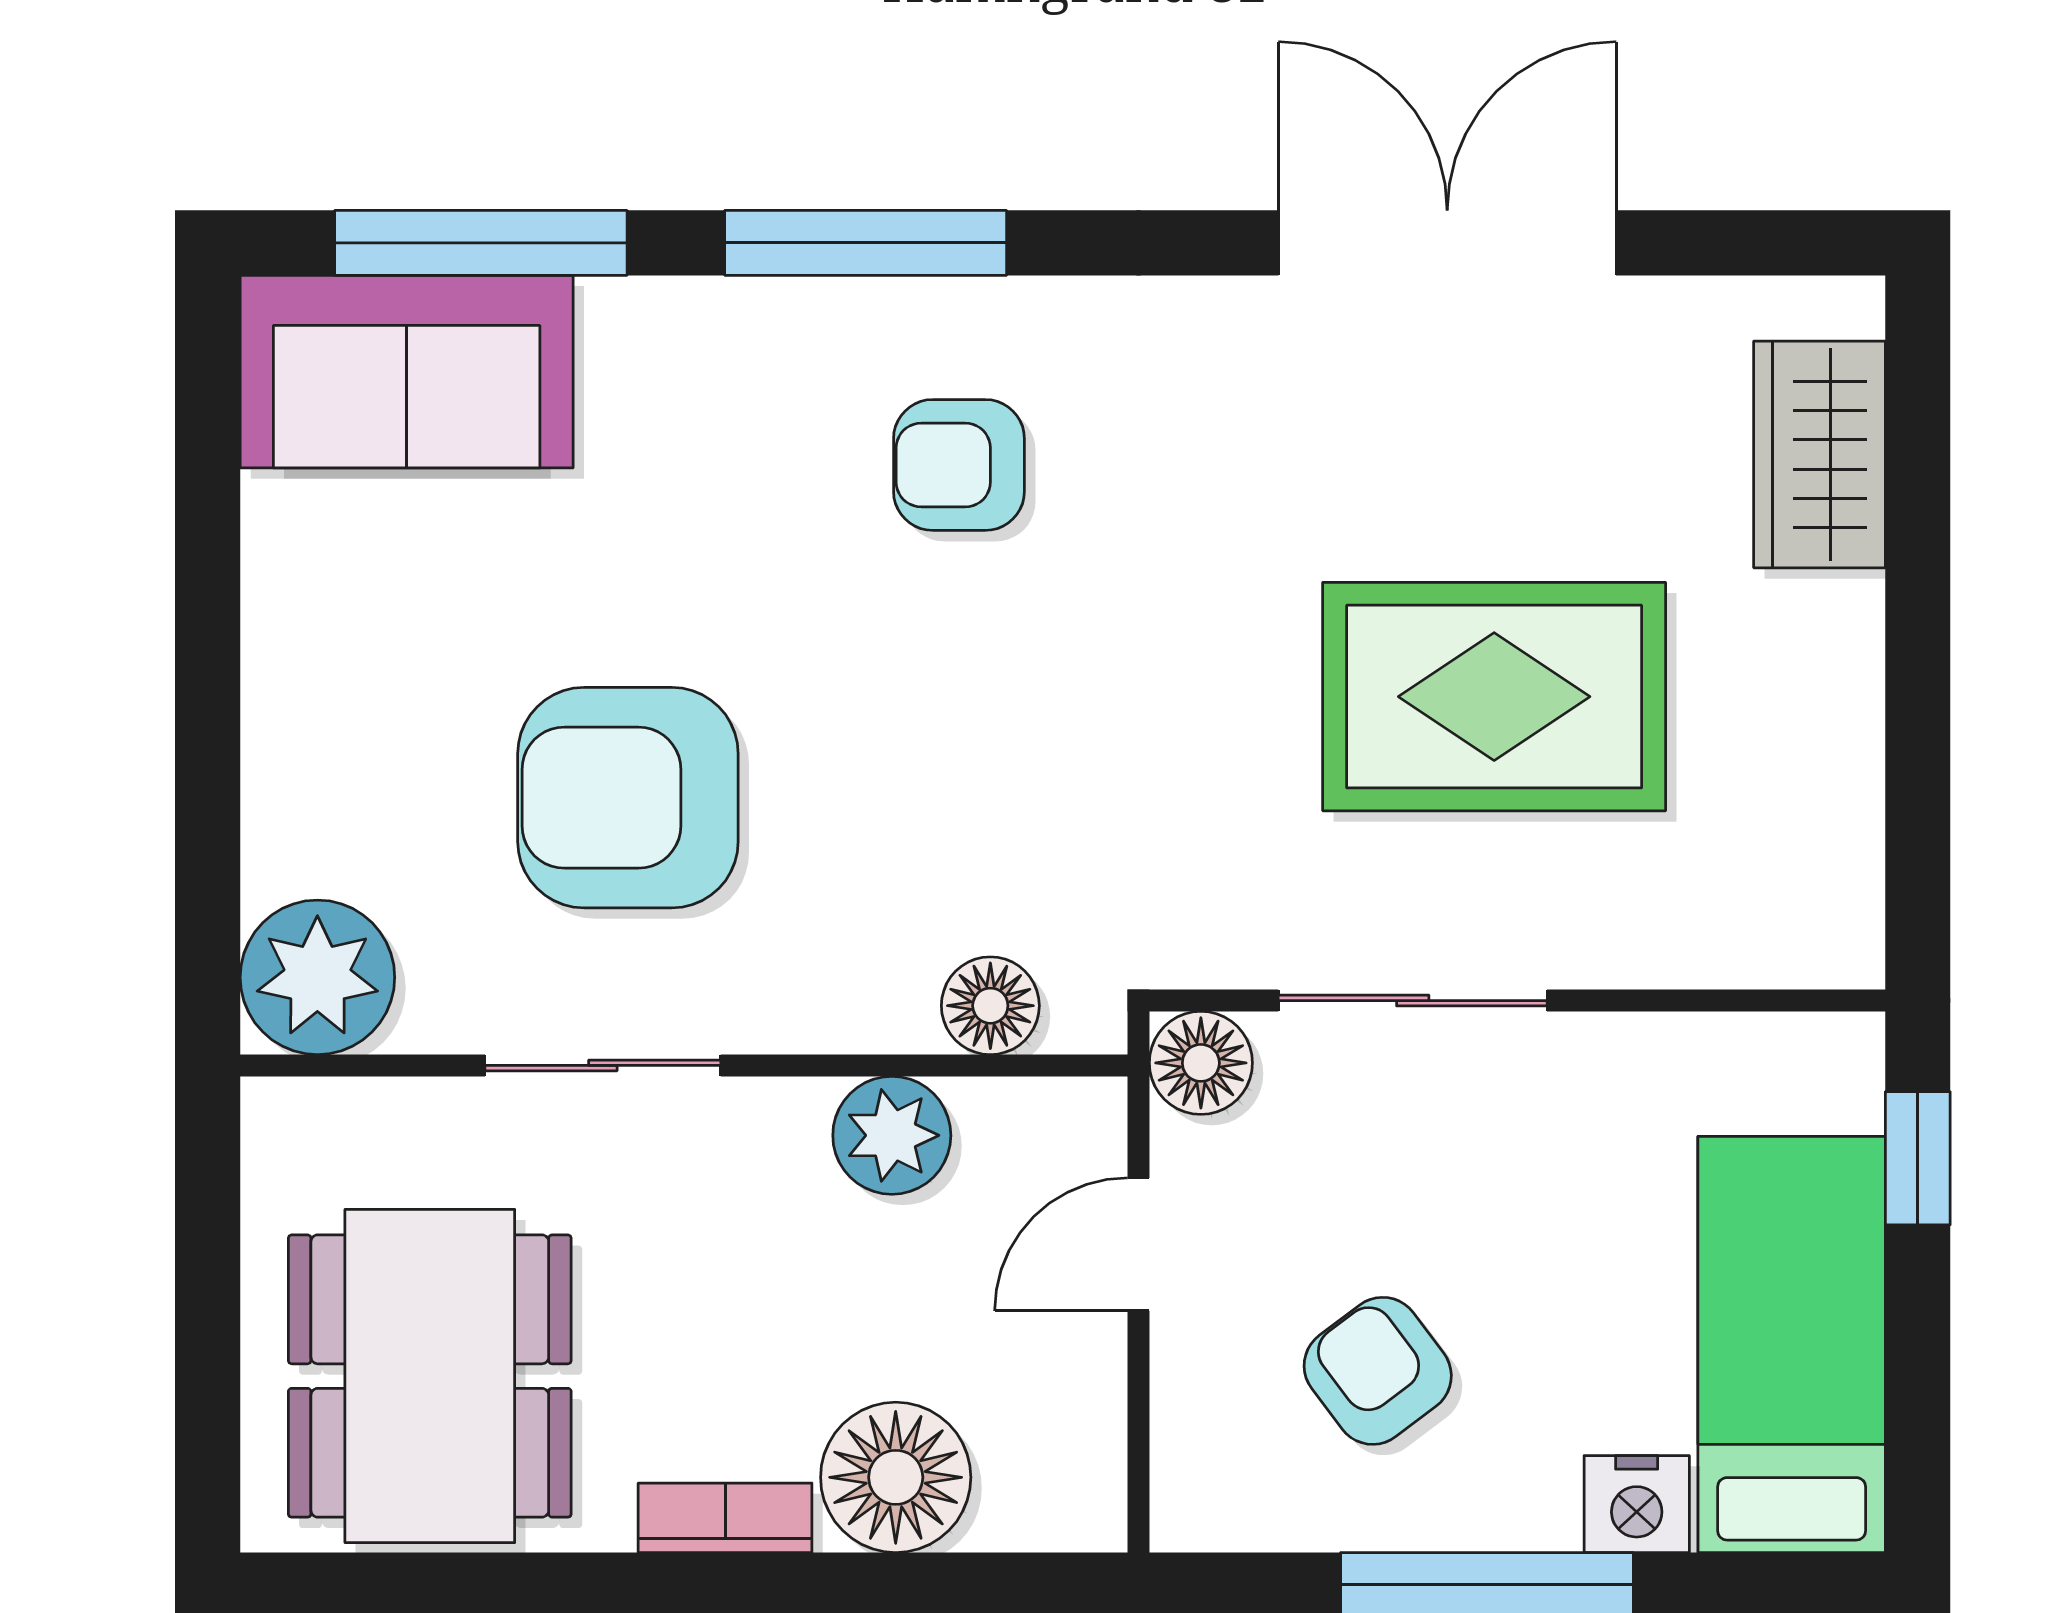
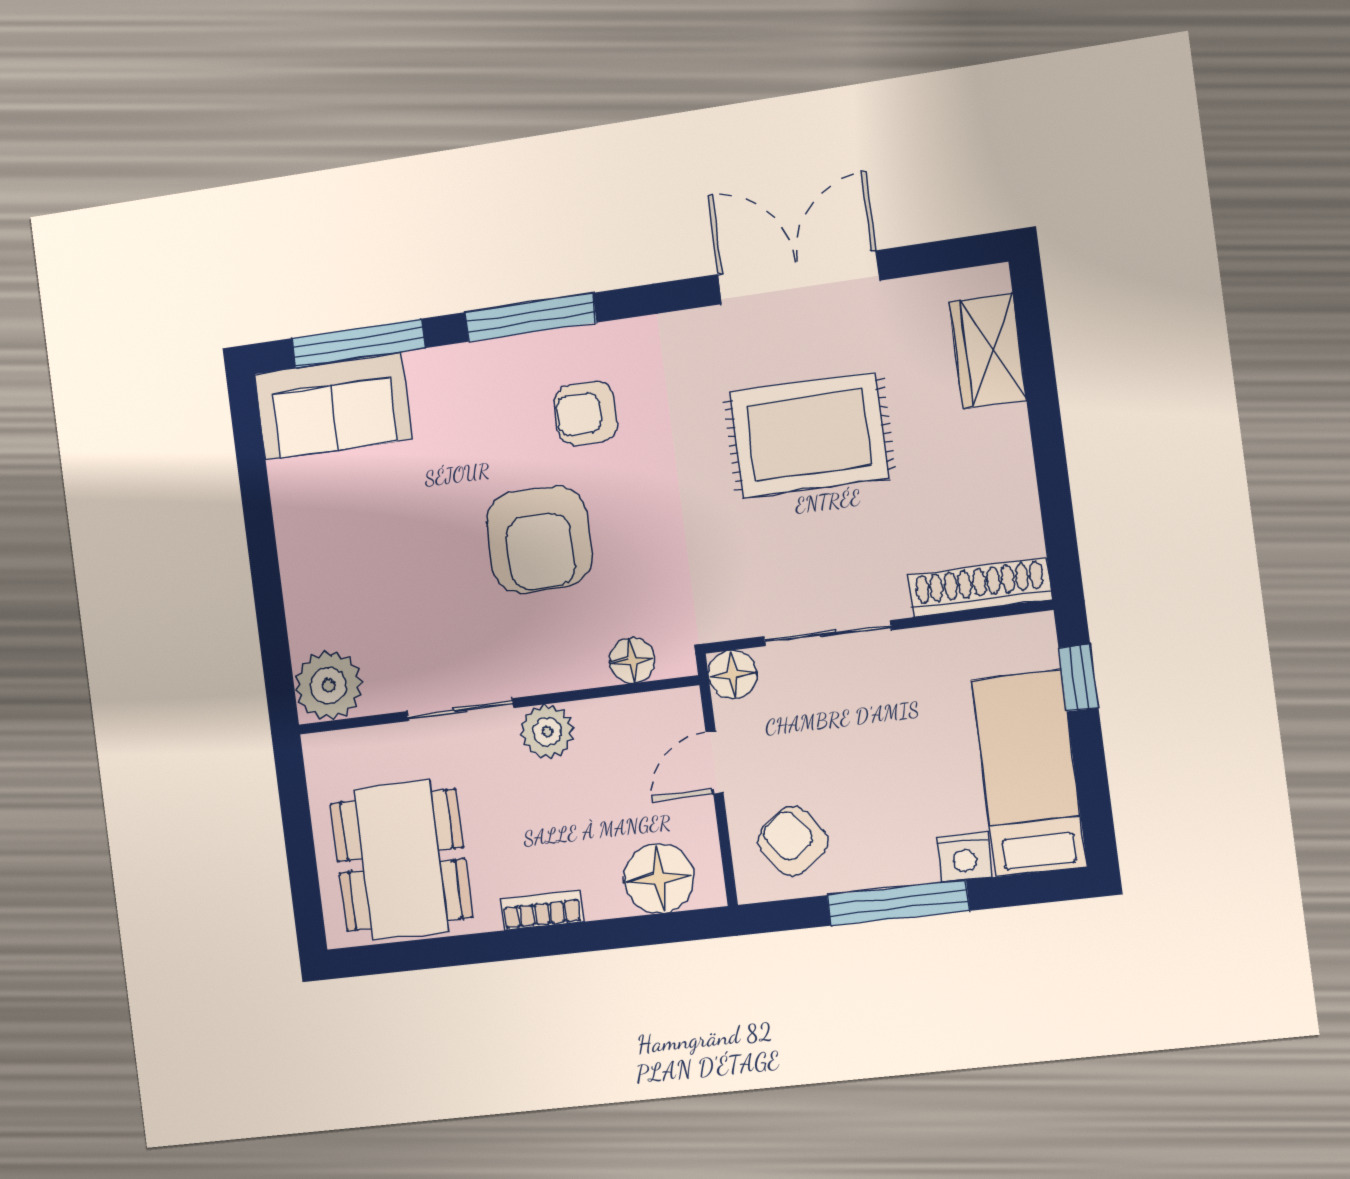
rug: (1494, 697) -> (809, 435), moved
armchair: (628, 798) -> (539, 539), moved, turned -90
shoe rack: (1740, 945) -> (980, 587), added
plant: (892, 1135) -> (547, 731), moved
armchair: (1378, 1371) -> (793, 841), moved
floor lamp: (896, 1477) -> (659, 878), moved

